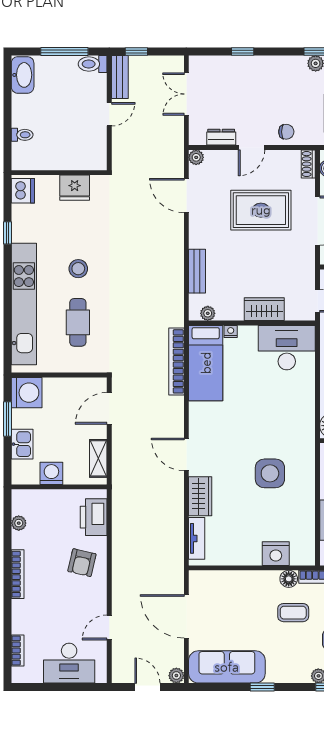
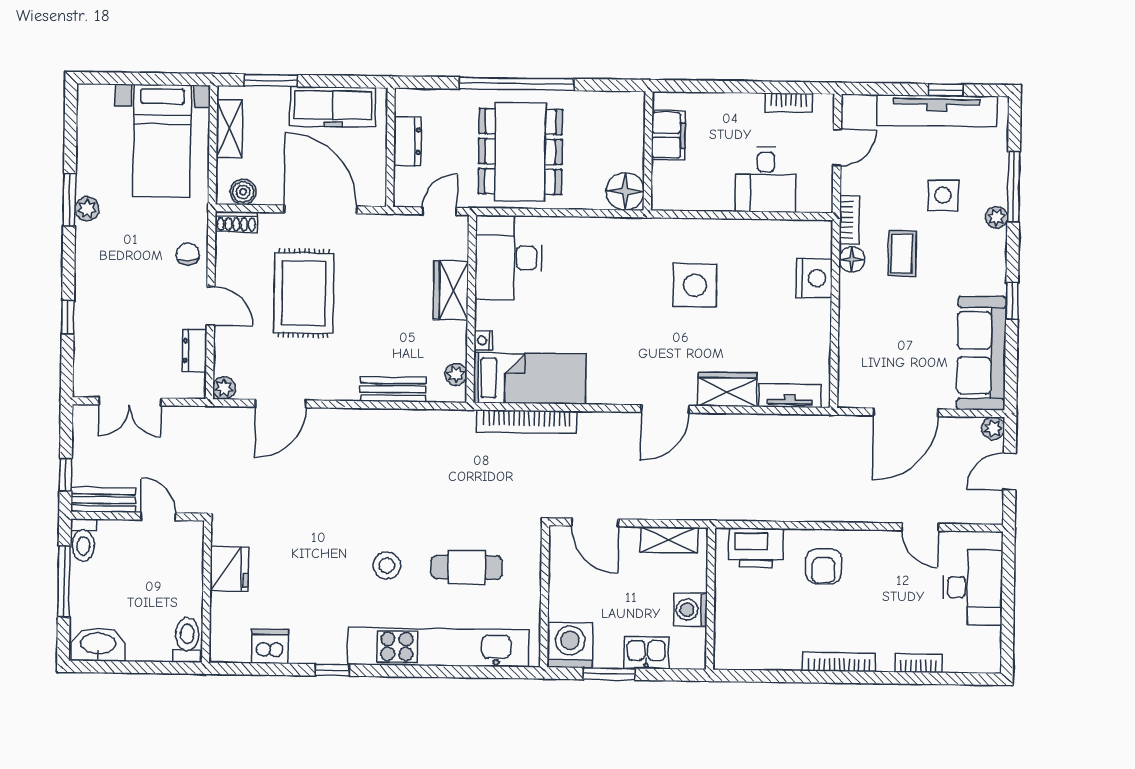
toilet: (22, 135) -> (187, 640), width x1.37, depth x1.39
wall: (59, 173) -> (207, 592), moved
fridge: (75, 188) -> (229, 569), moved
plant: (19, 523) -> (764, 659), removed
armchair: (82, 563) -> (824, 566), turned 77
bookcase: (18, 650) -> (919, 663), moved

